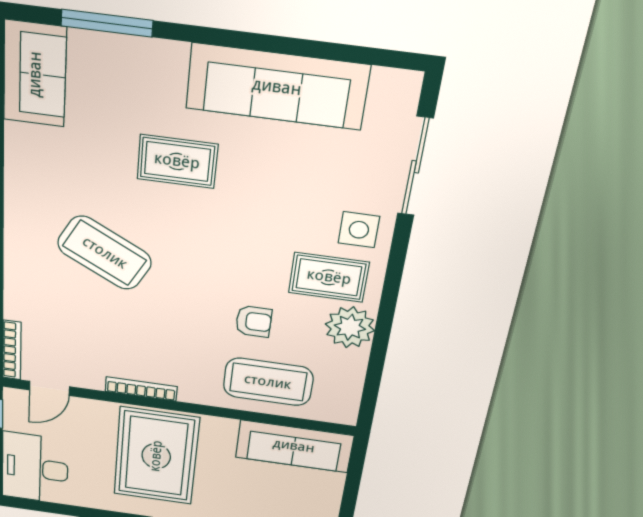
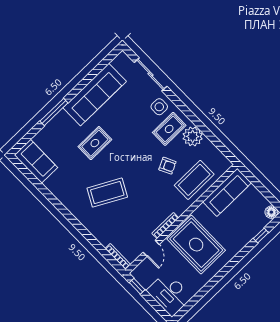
window: (107, 23) -> (54, 112), moved
armchair: (254, 321) -> (167, 166), turned 64
door: (49, 388) -> (151, 248), moved

